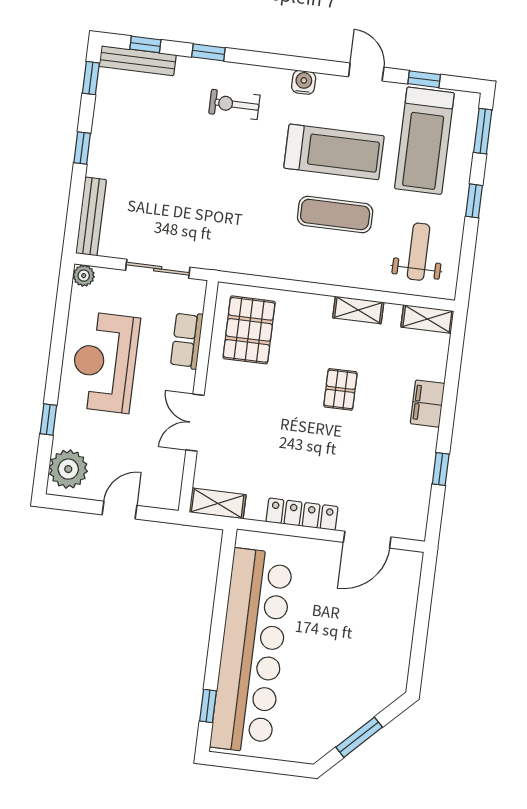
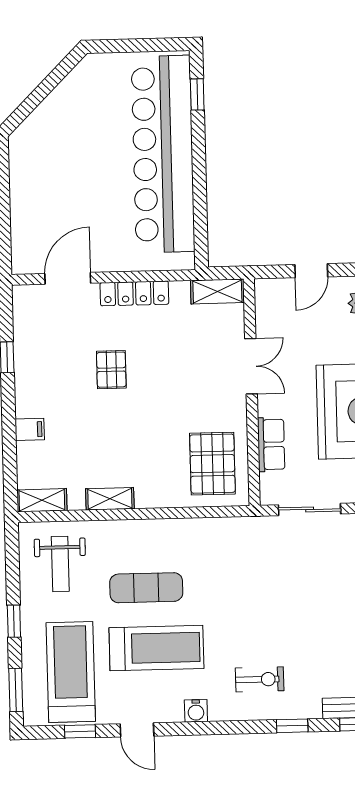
treadmill: (334, 152) -> (156, 648), turned 180
pallet: (340, 389) -> (111, 370), moved
filing cabinet: (427, 404) -> (30, 429), width x0.50
window: (359, 737) -> (47, 86), removed

